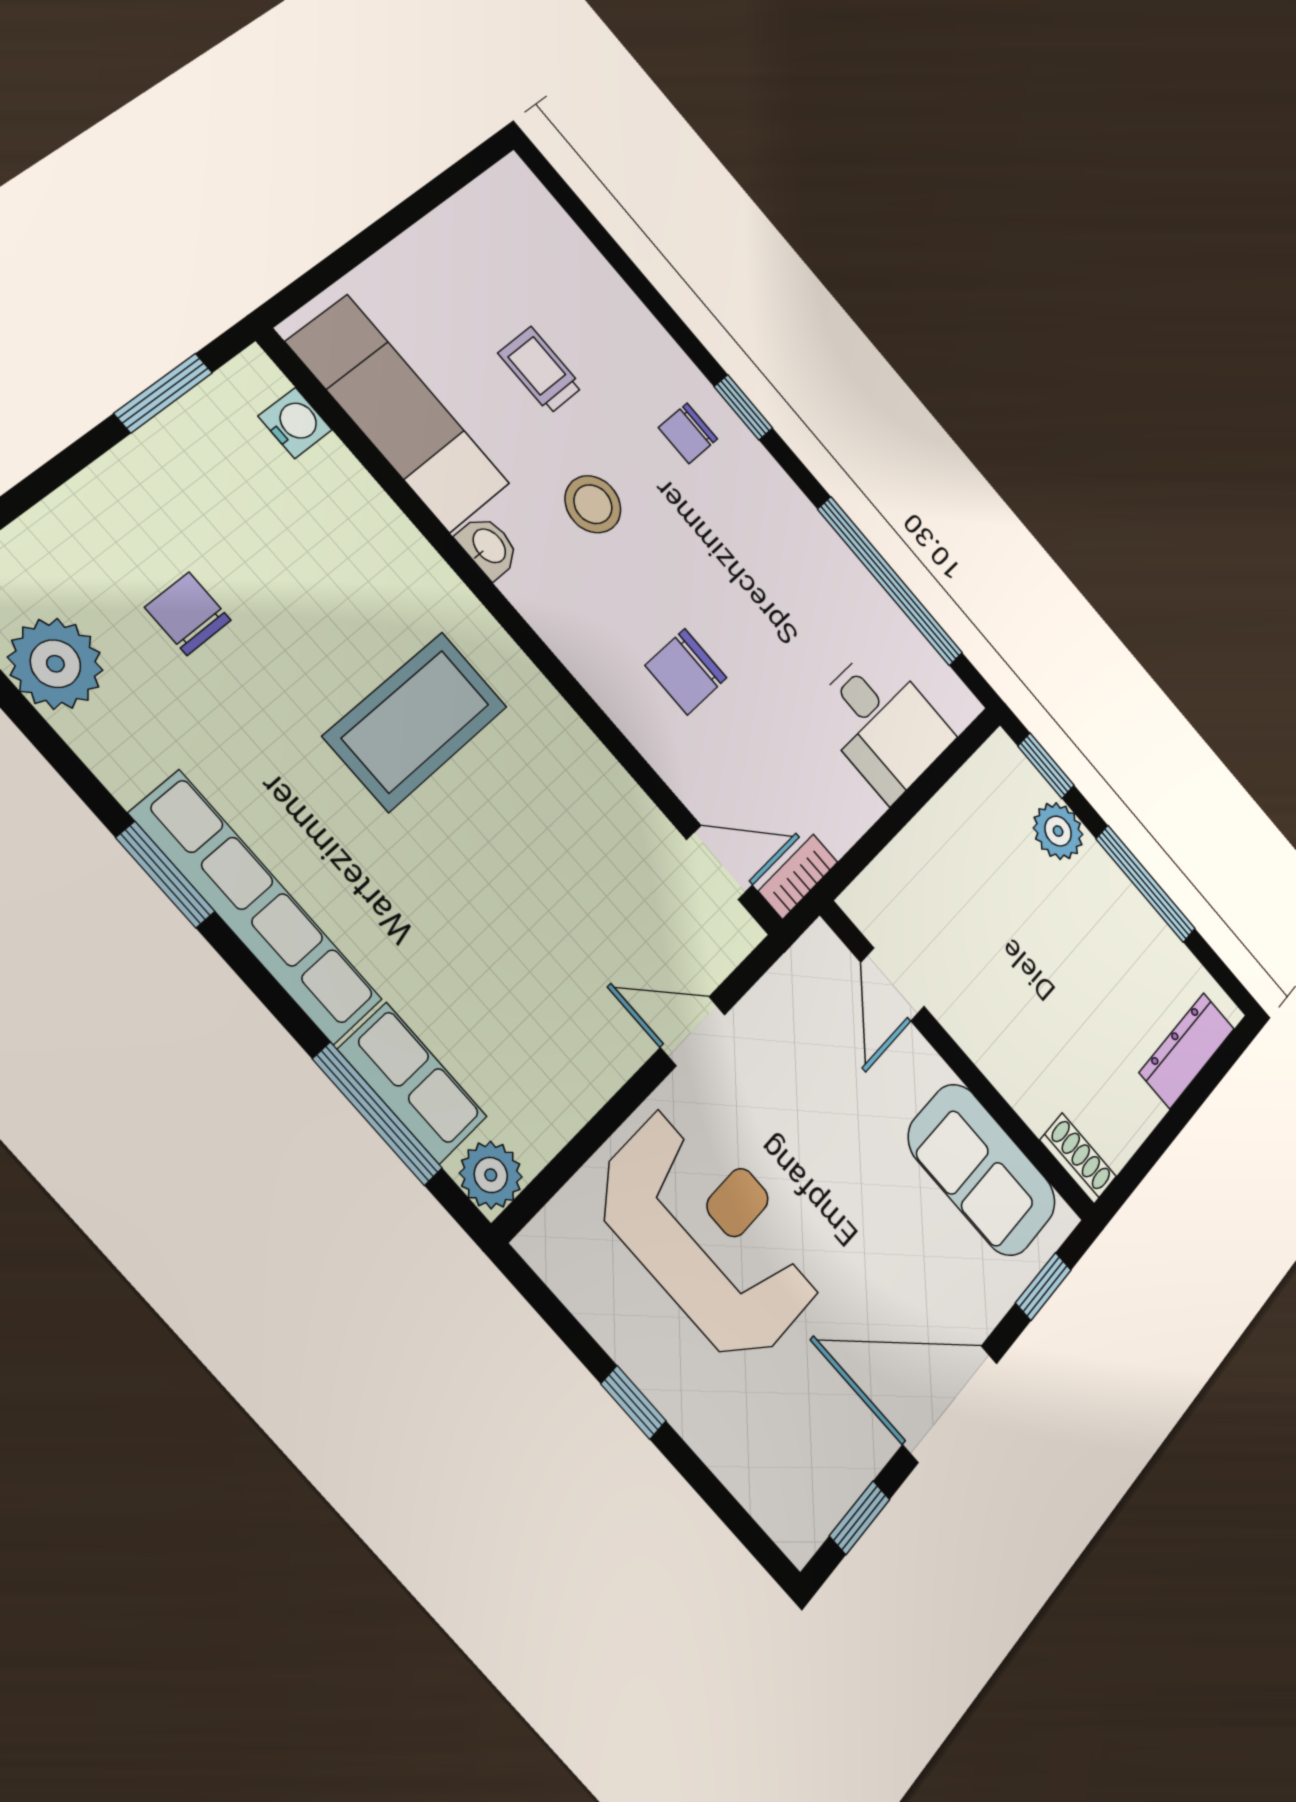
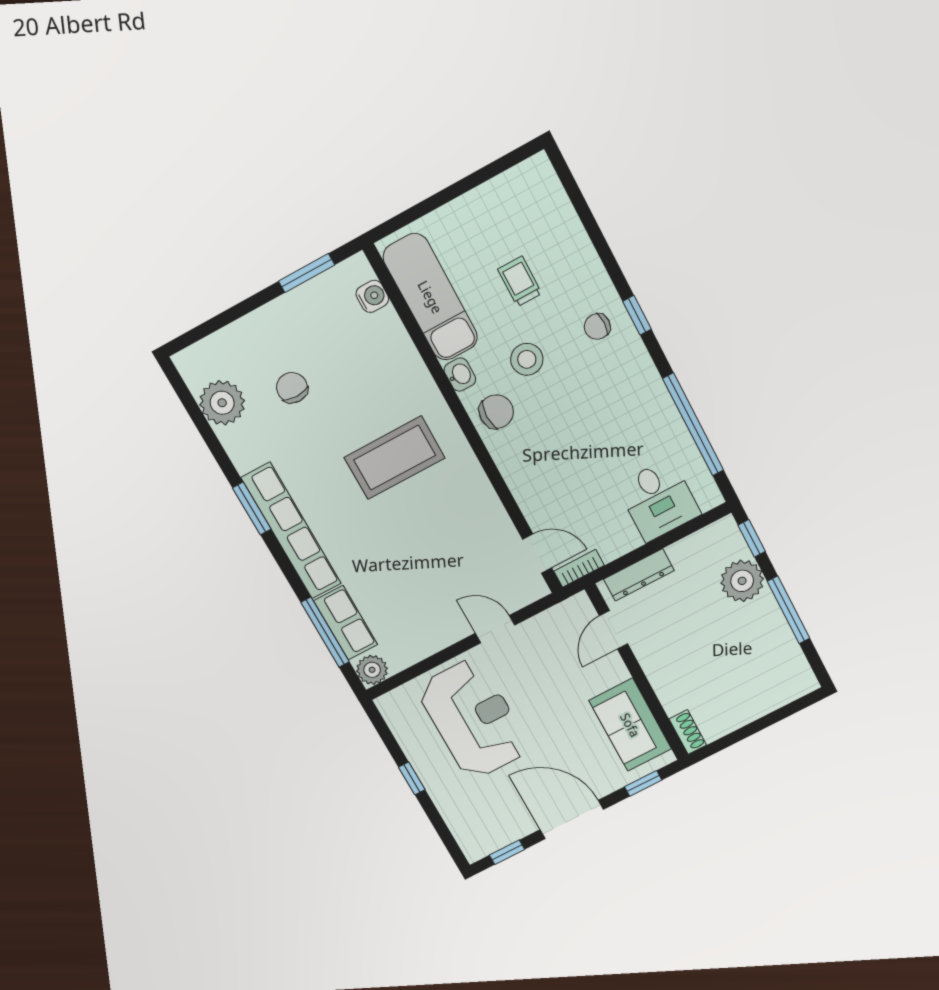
chair: (686, 672) -> (496, 412), moved, turned 180
plant: (1058, 831) -> (742, 581), width x1.36, depth x1.36
dresser: (1187, 1051) -> (639, 575), moved, turned 180

